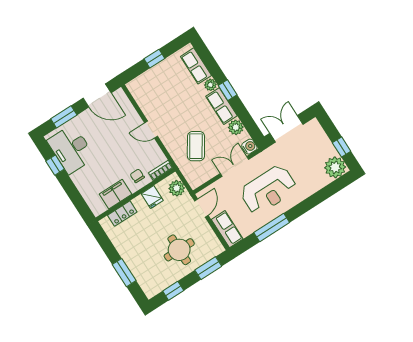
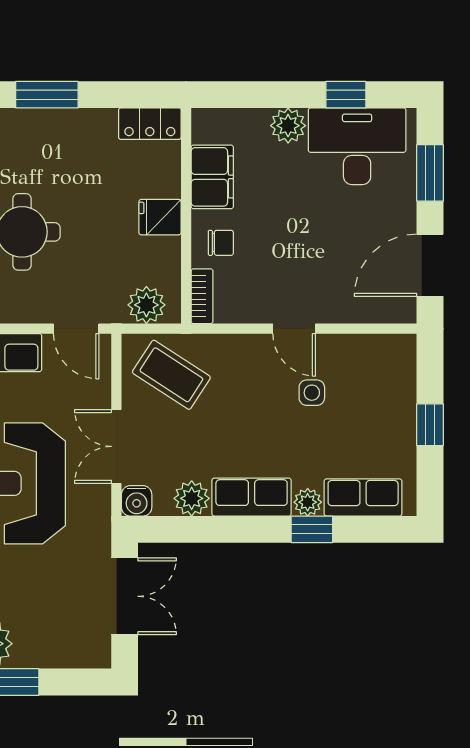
window: (228, 90) -> (312, 529), moved
side table: (170, 109) -> (312, 393), added
door: (151, 130) -> (294, 329), swing flipped
coffee table: (196, 146) -> (171, 375), moved
double door: (234, 166) -> (116, 446), swing flipped
plant: (80, 179) -> (288, 126), added
fridge: (152, 197) -> (160, 217), moved
locker: (122, 214) -> (150, 124), moved, turned -90

